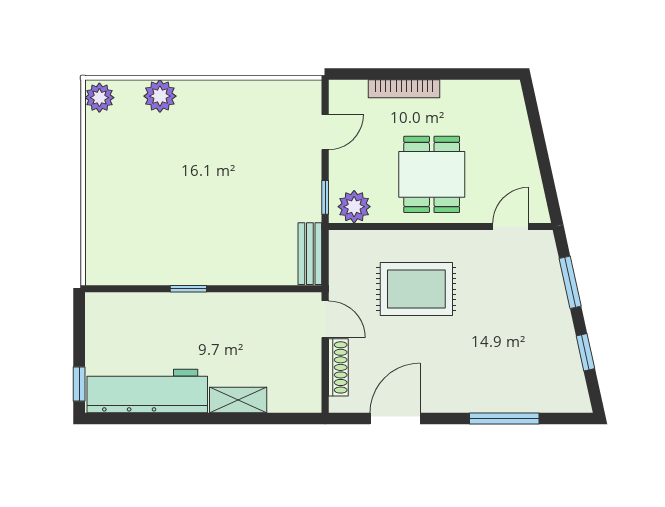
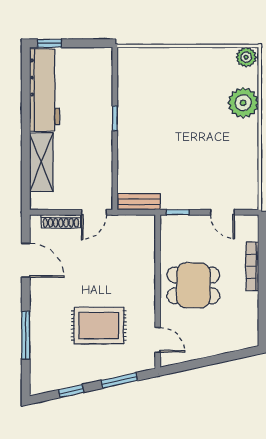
plant: (160, 96) -> (243, 103), width x1.36, depth x1.36
plant: (354, 207) -> (171, 232), removed
rug: (416, 289) -> (99, 325), moved, turned 90
shelving: (238, 400) -> (41, 162), width x1.50, depth x1.33

